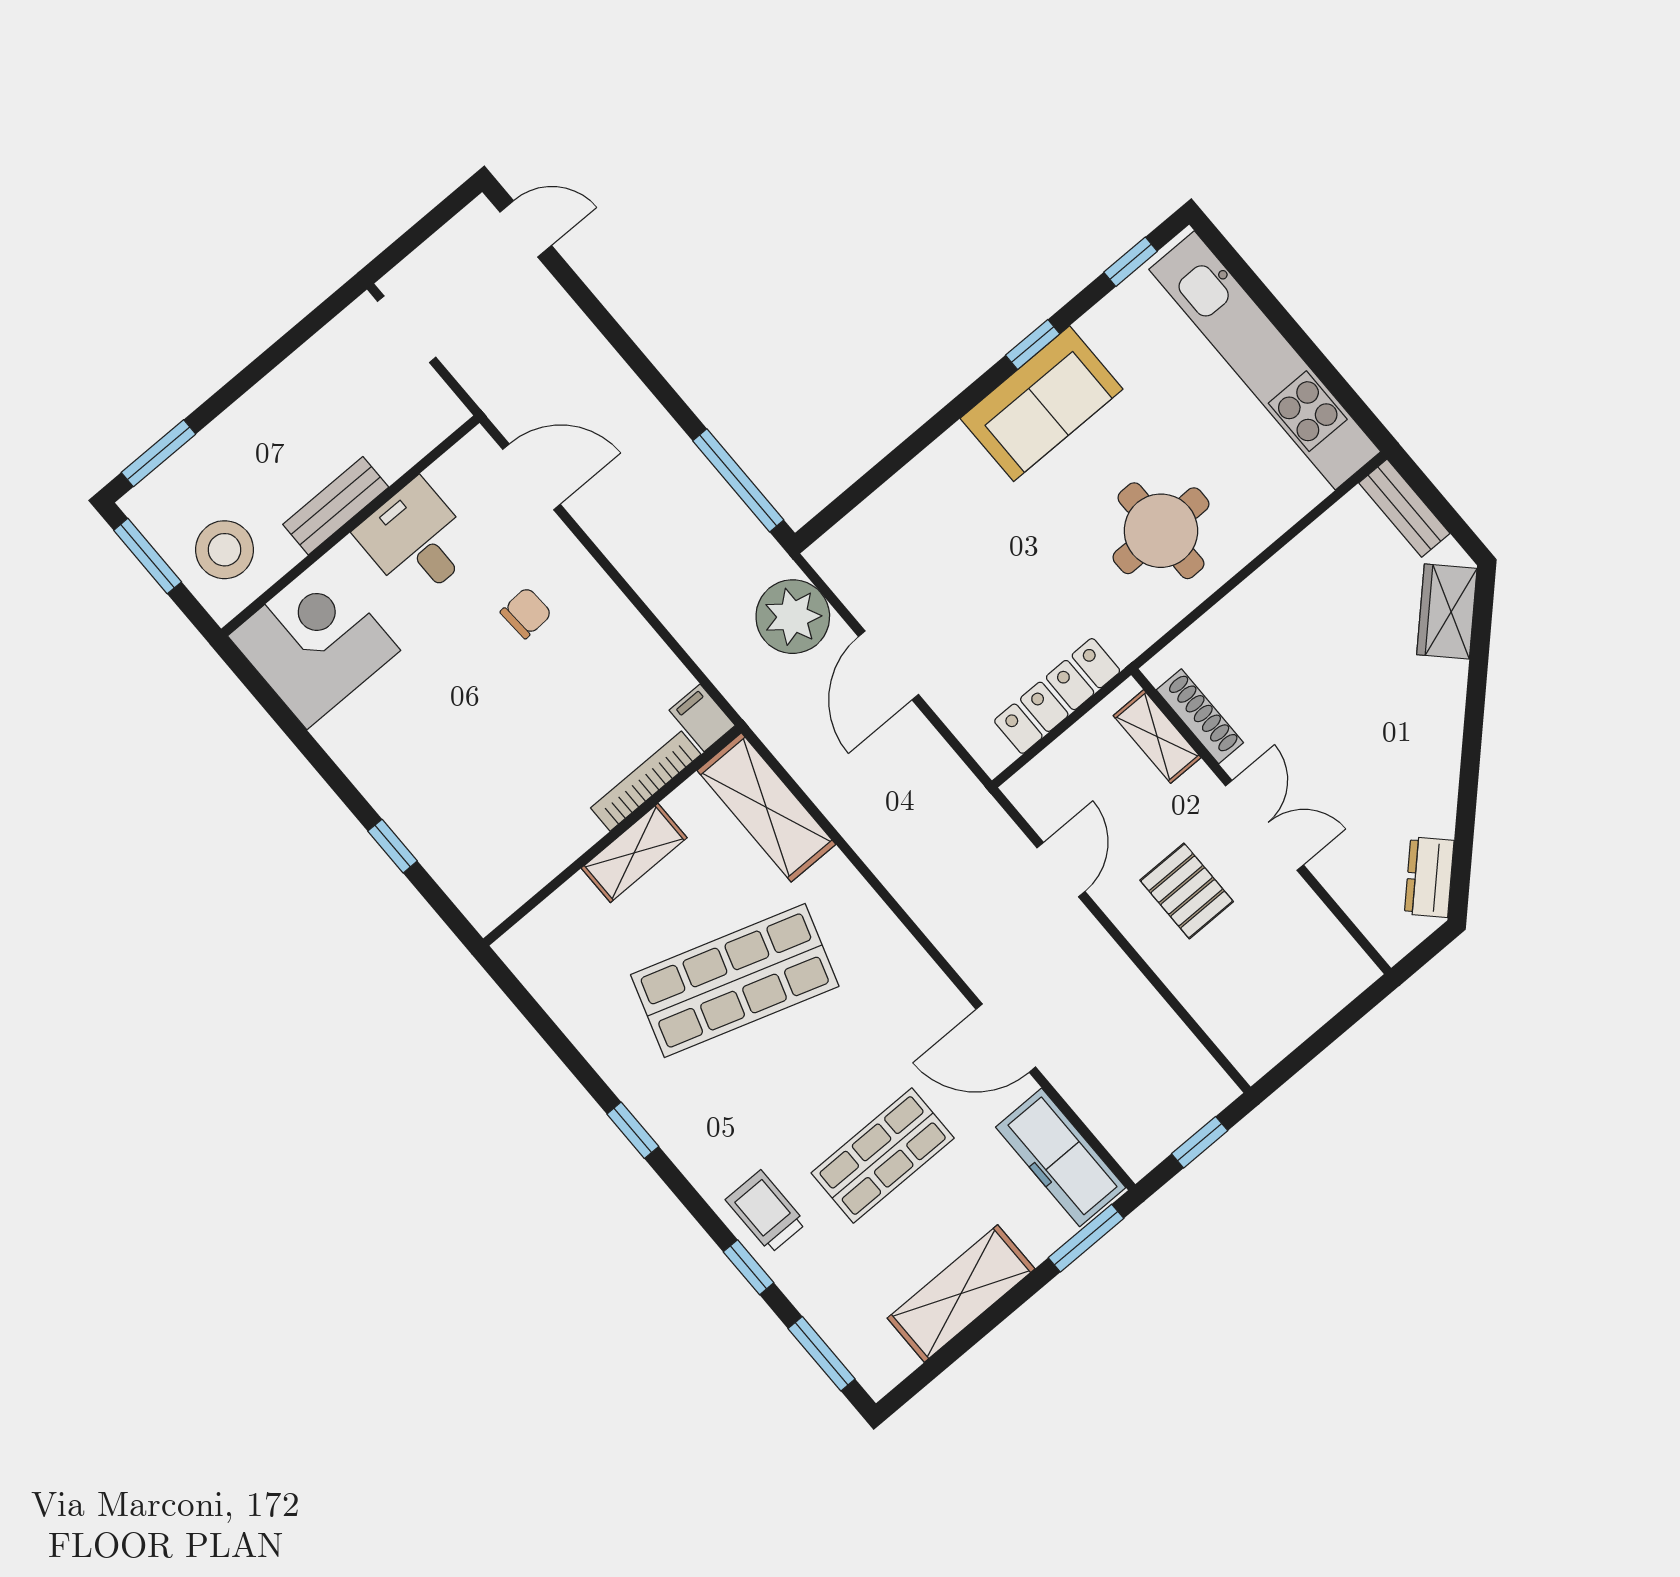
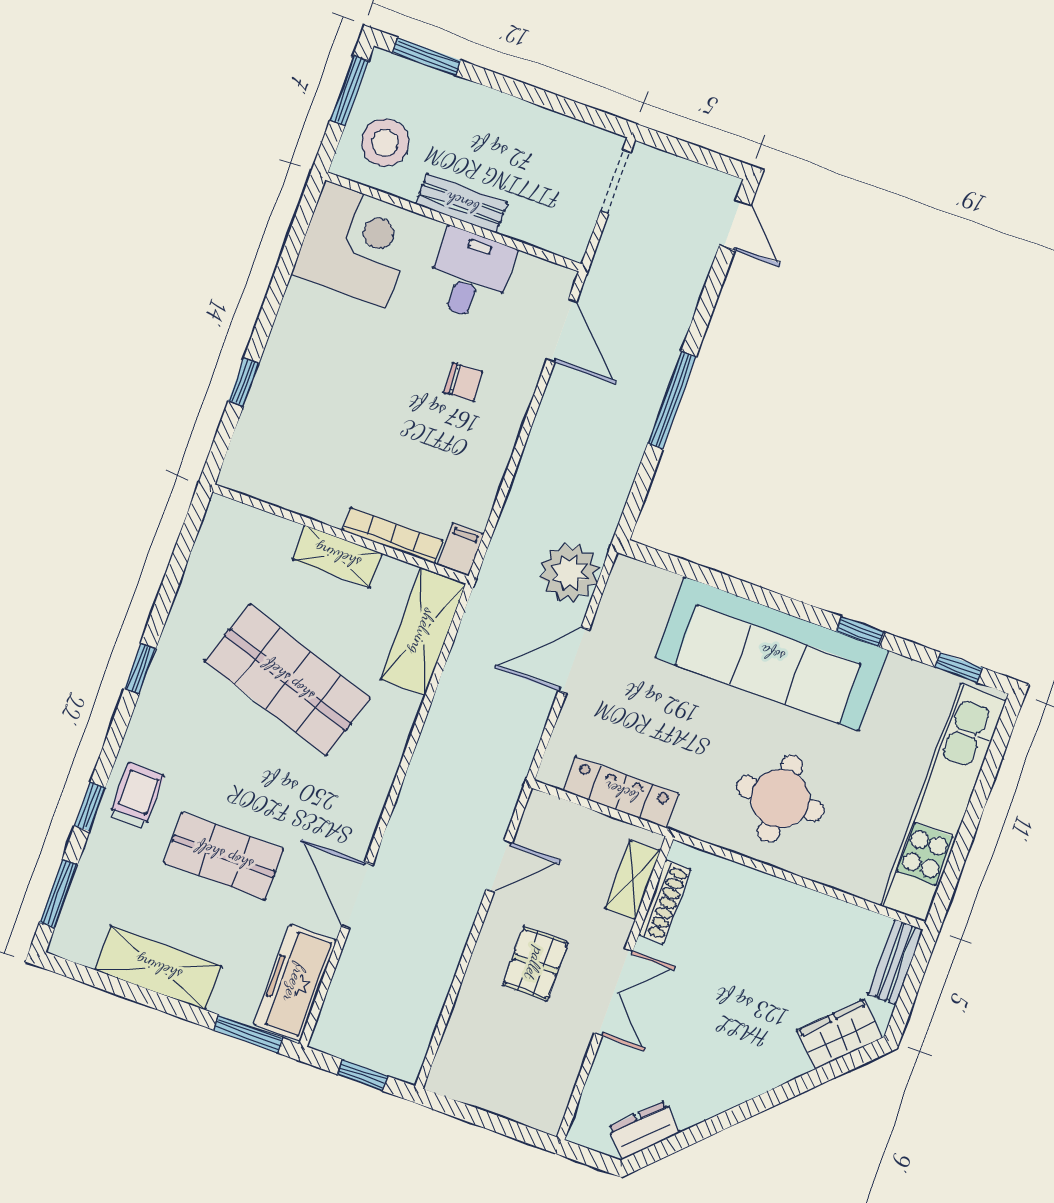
sofa: (1042, 404) -> (772, 654), width x1.85, depth x1.27
window: (738, 480) -> (672, 400), moved

